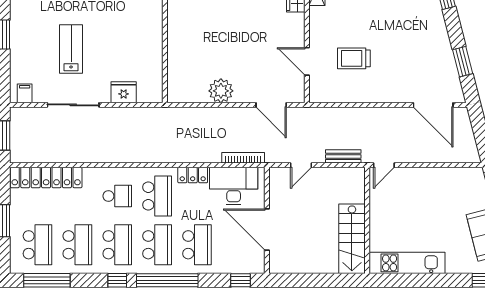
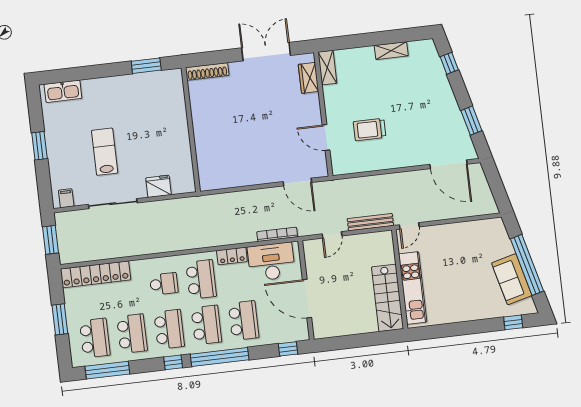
plant: (221, 91) -> (249, 174), removed
bench: (343, 156) -> (370, 222), width x1.36
kitchen unit: (407, 263) -> (413, 288), moved, turned 90

